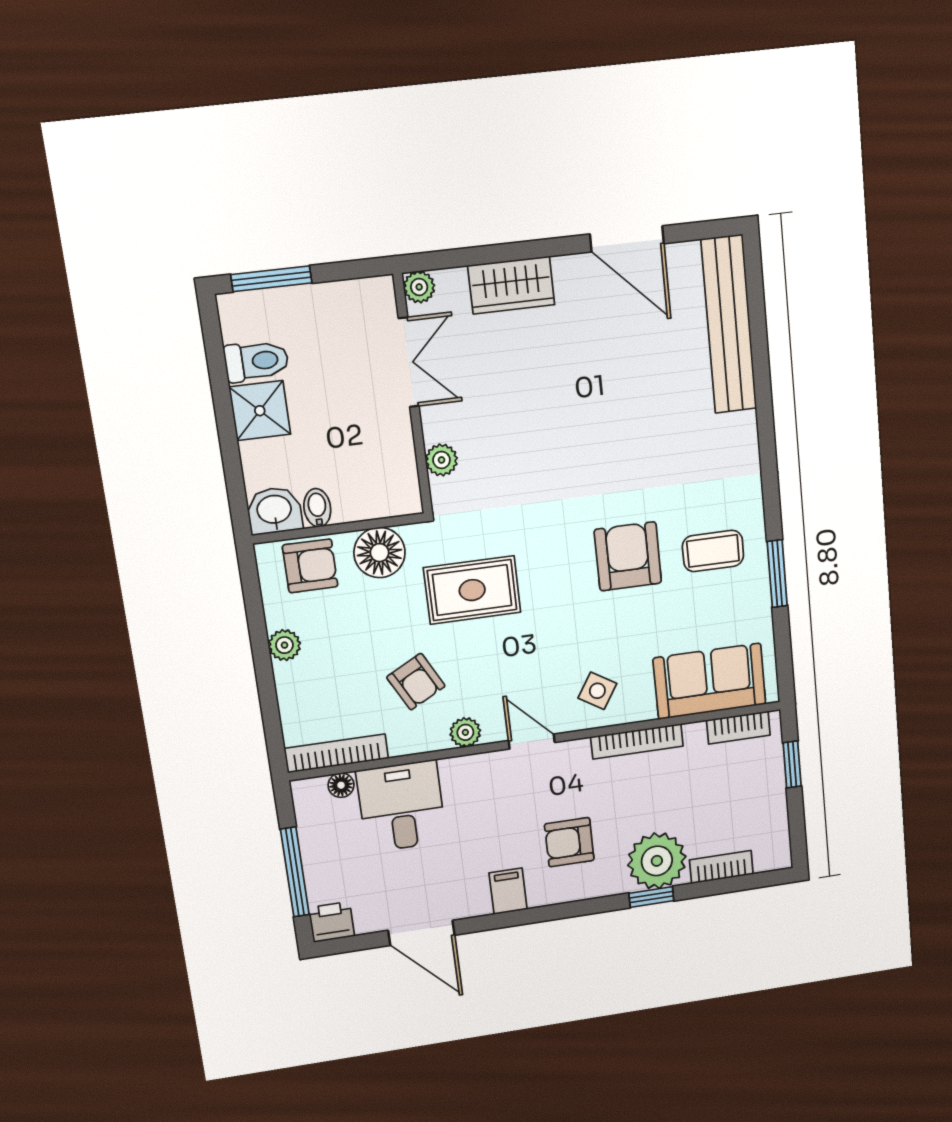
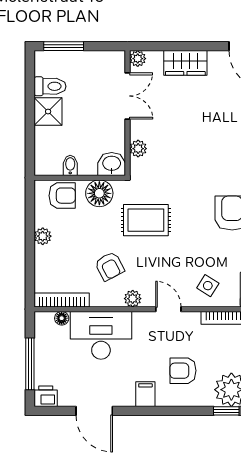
washbasin: (274, 511) -> (112, 164), moved
desk: (401, 806) -> (101, 335), width x1.37

